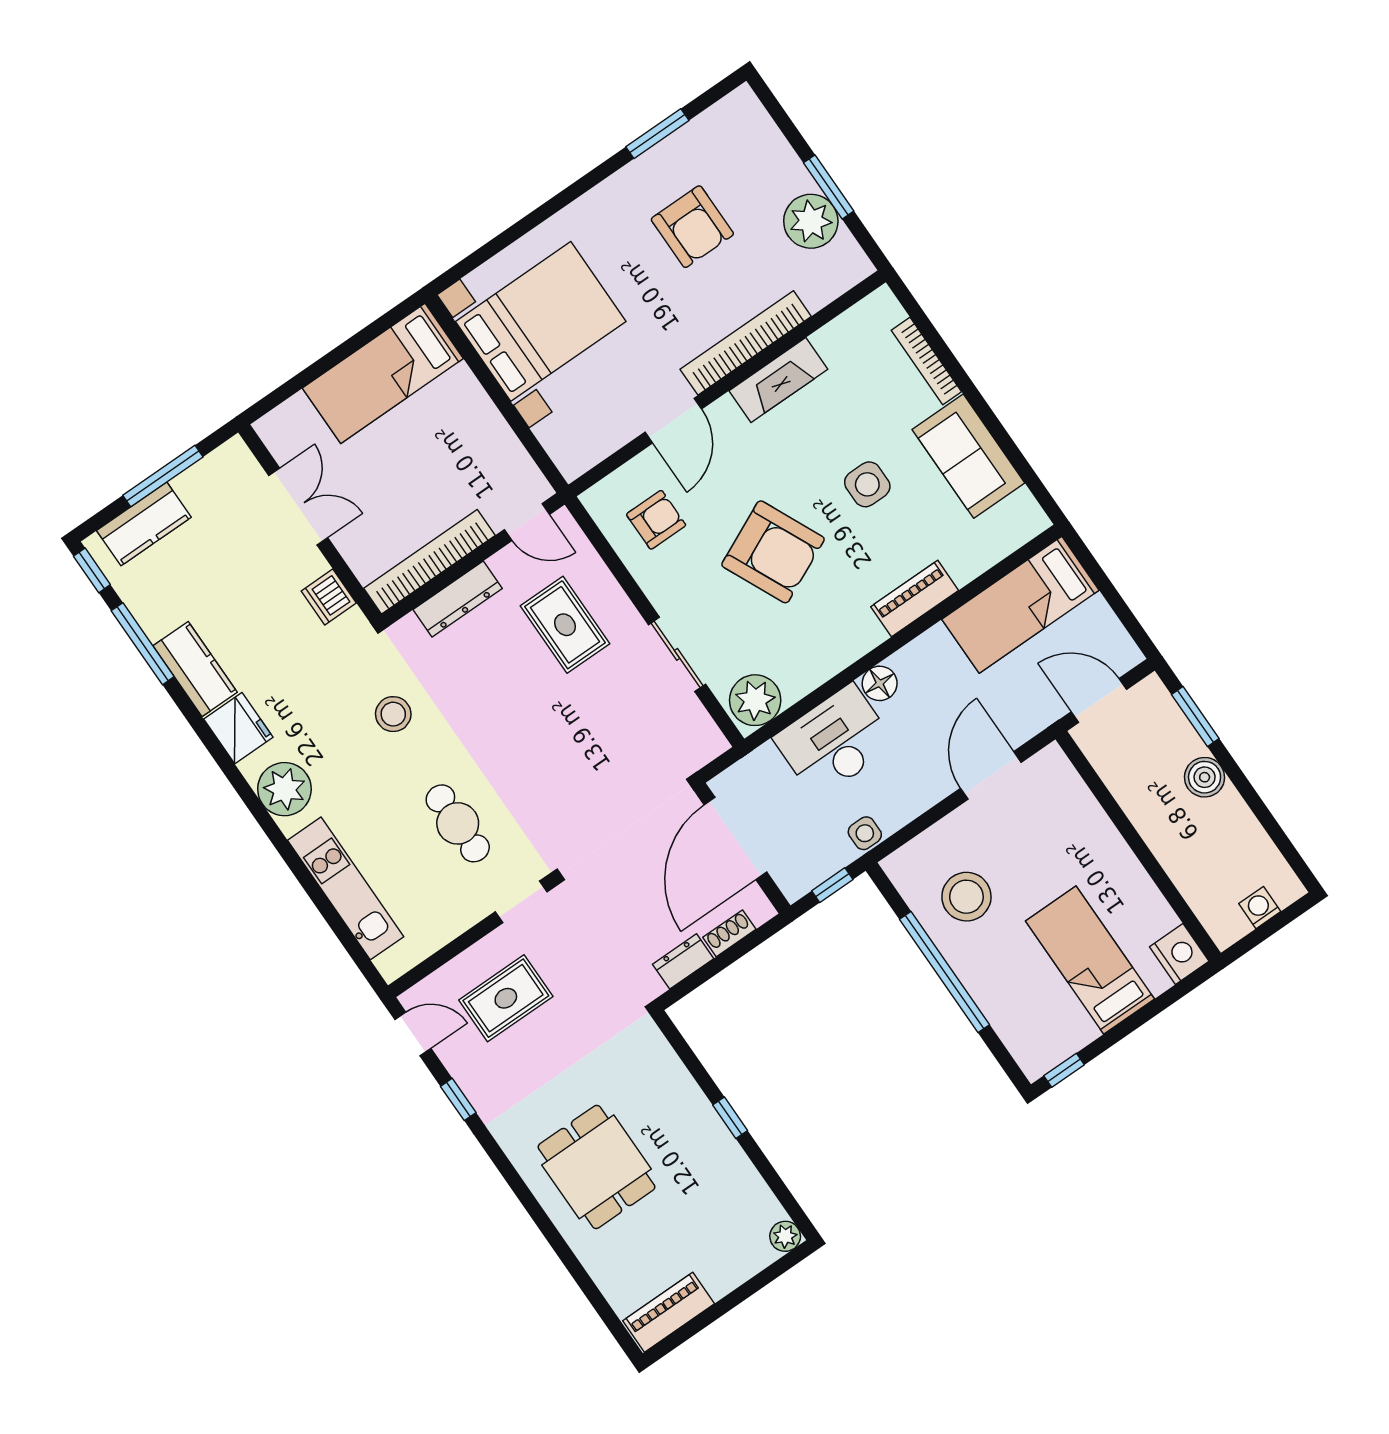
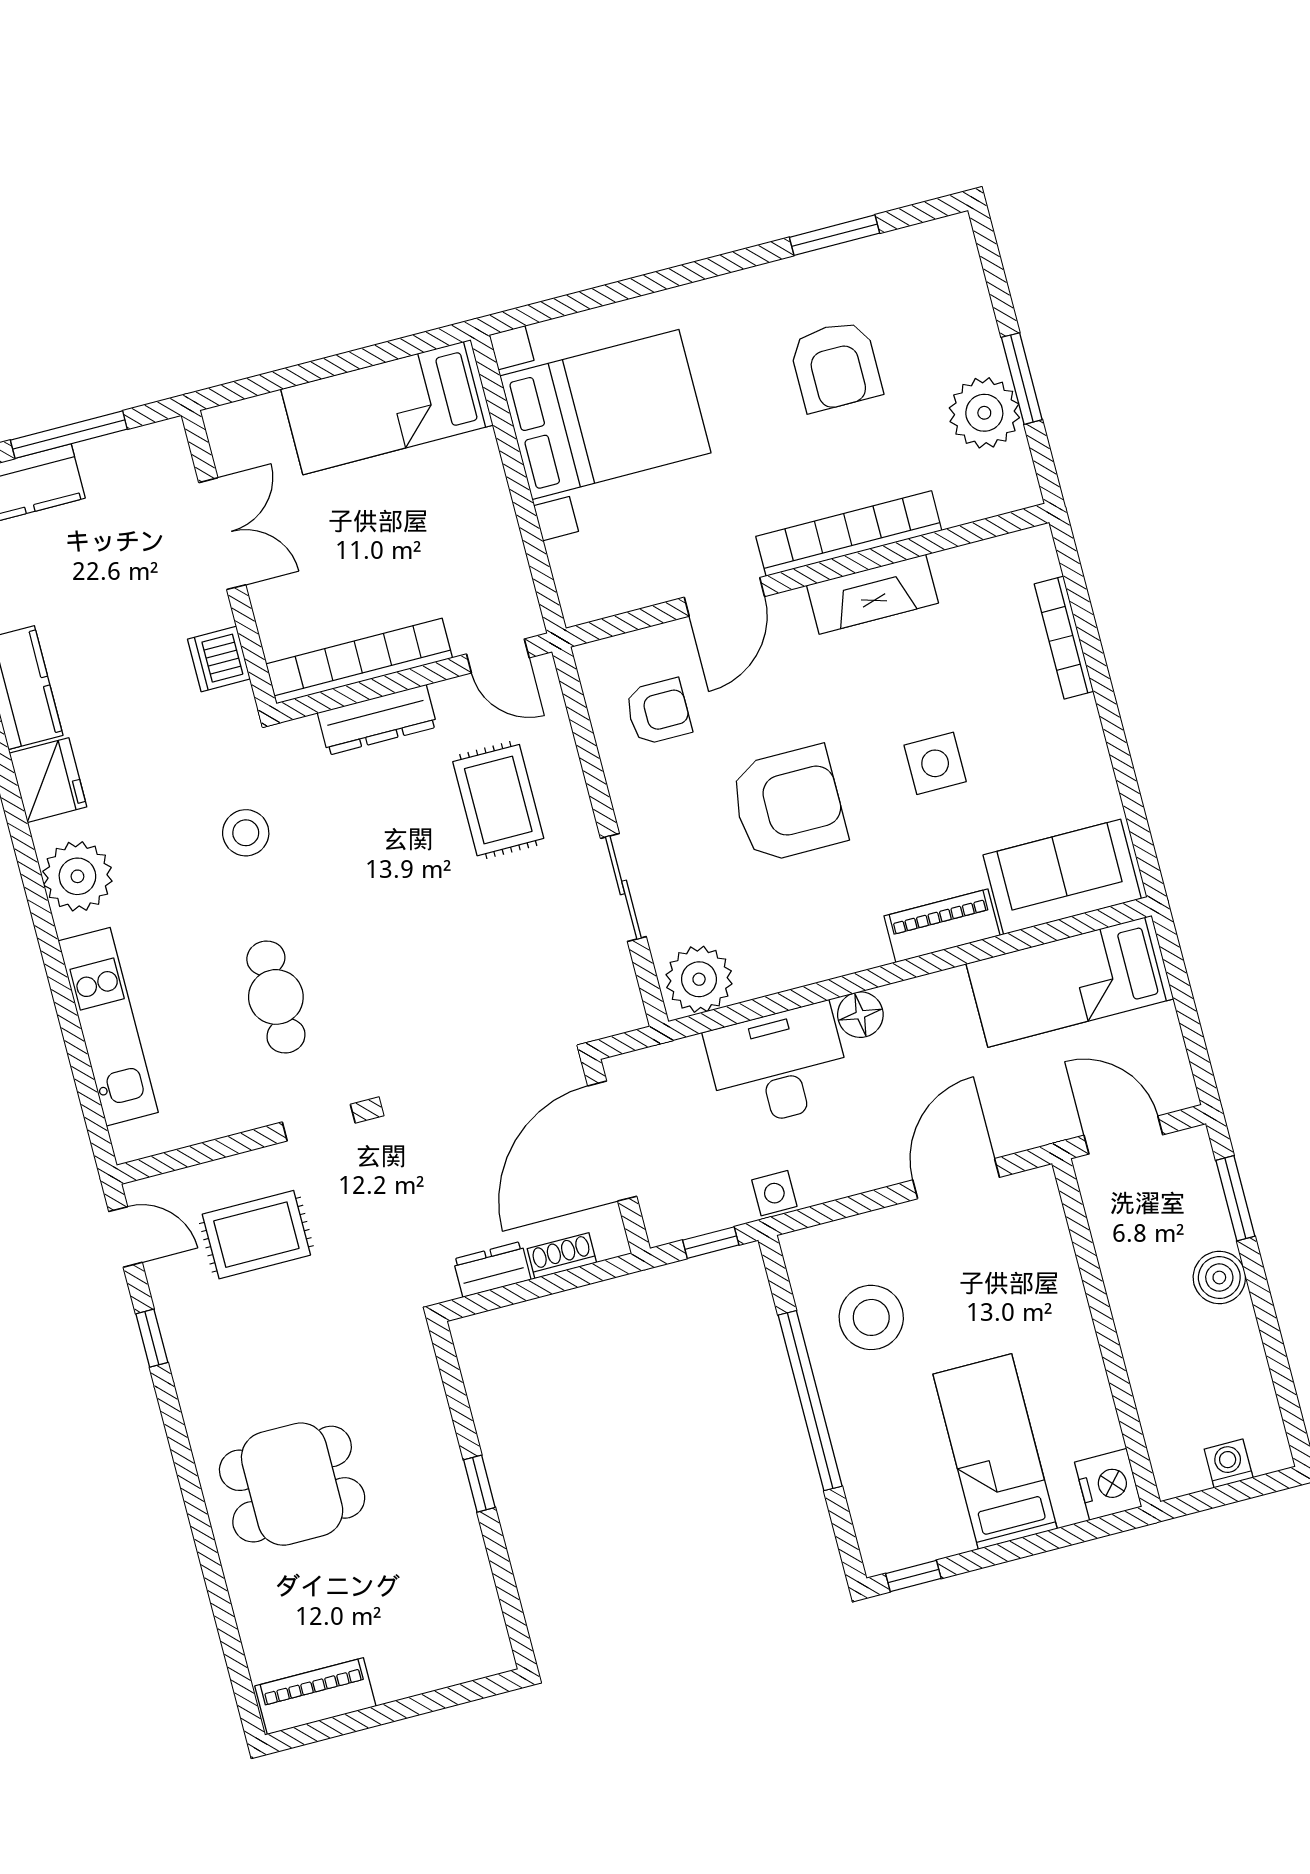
sofa: (968, 456) -> (1062, 877), moved, turned 90
armchair: (773, 552) -> (788, 804), turned -65
dining table: (596, 1167) -> (292, 1484), turned 90
plant: (785, 1236) -> (494, 1655), removed

